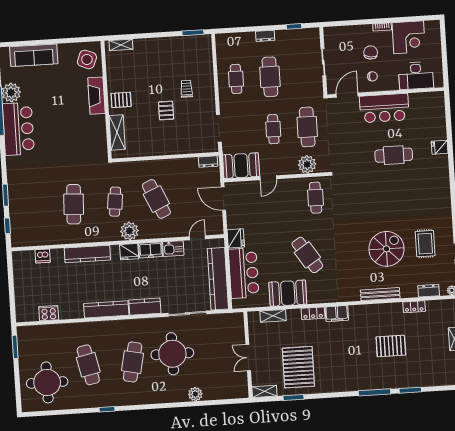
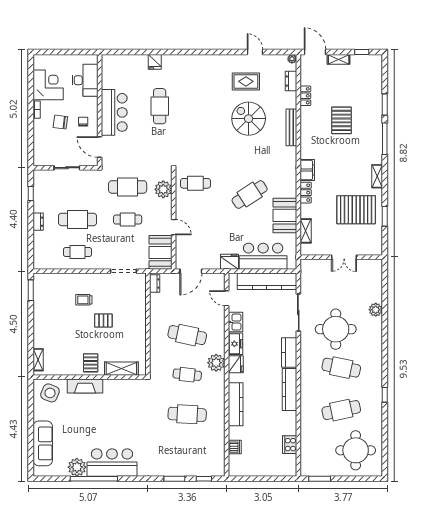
cafe table: (156, 199) -> (187, 335), turned 36
shelving: (264, 391) -> (377, 176), moved

